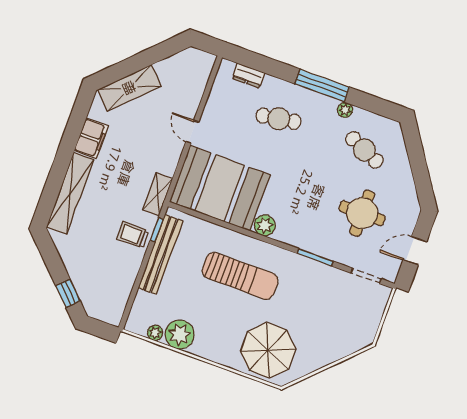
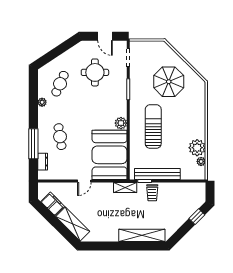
window: (322, 86) -> (33, 144), moved
filing cabinet: (91, 138) -> (53, 204), moved, turned 45
parasol: (268, 350) -> (169, 82), moved

